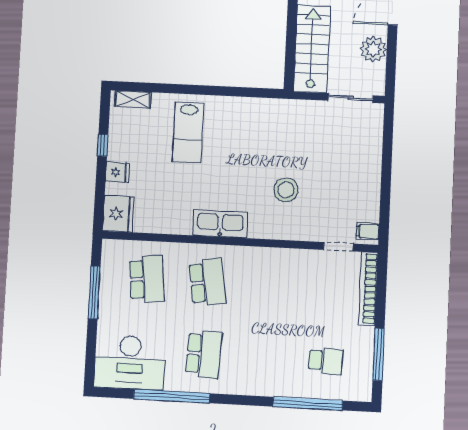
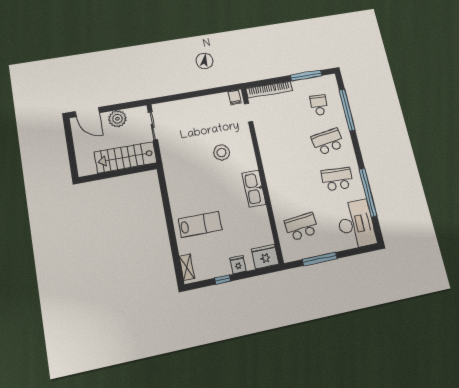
school desk: (207, 282) -> (328, 142), moved

